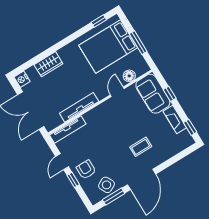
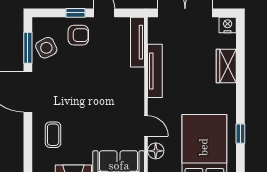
window: (99, 21) -> (240, 134), moved
coffee table: (141, 147) -> (53, 135), moved

